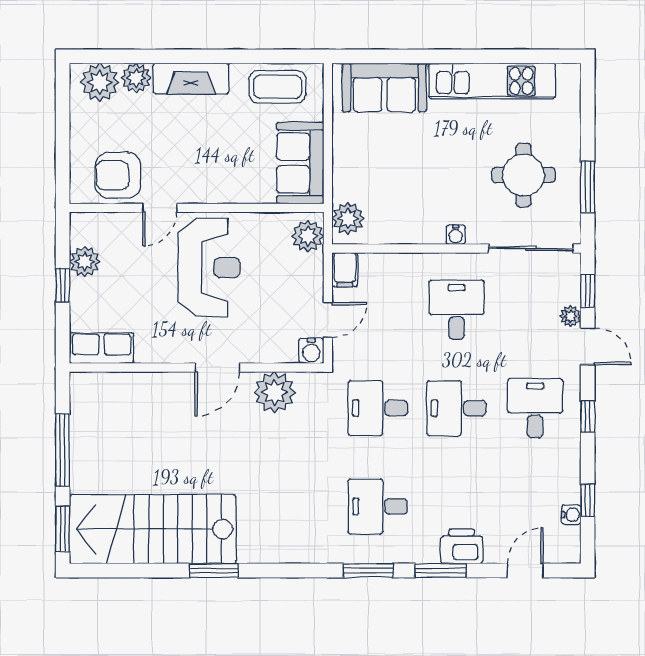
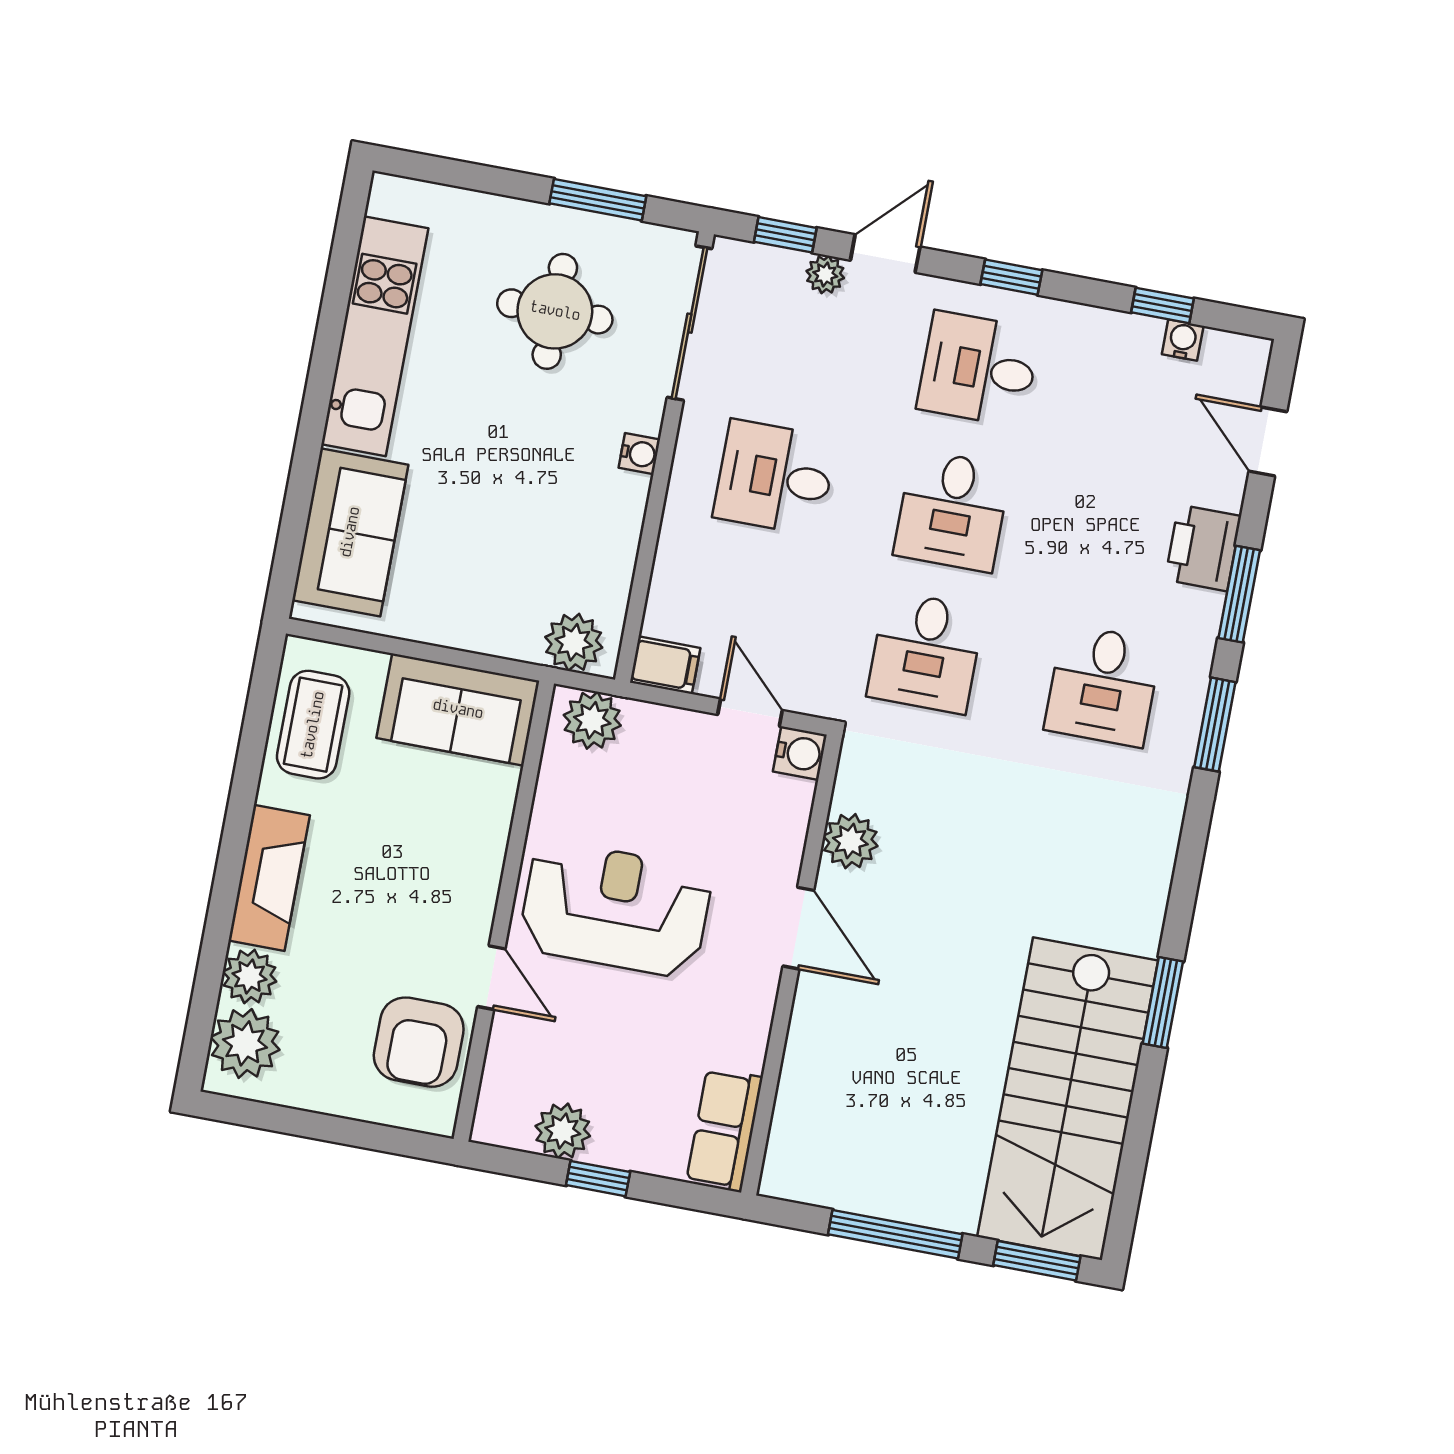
plant: (275, 392) -> (850, 841), width x0.73, depth x0.73

